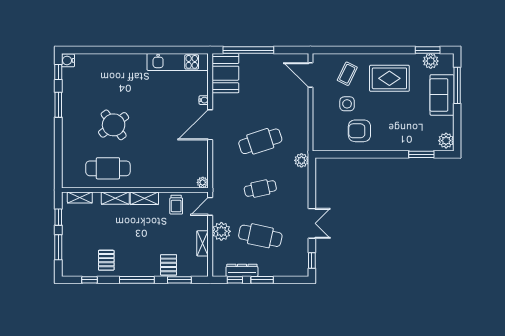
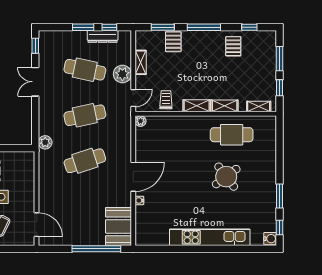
kitchen unit: (178, 62) -> (210, 237), moved, width x1.36
cafe table: (260, 189) -> (85, 115), width x1.37, depth x1.35

